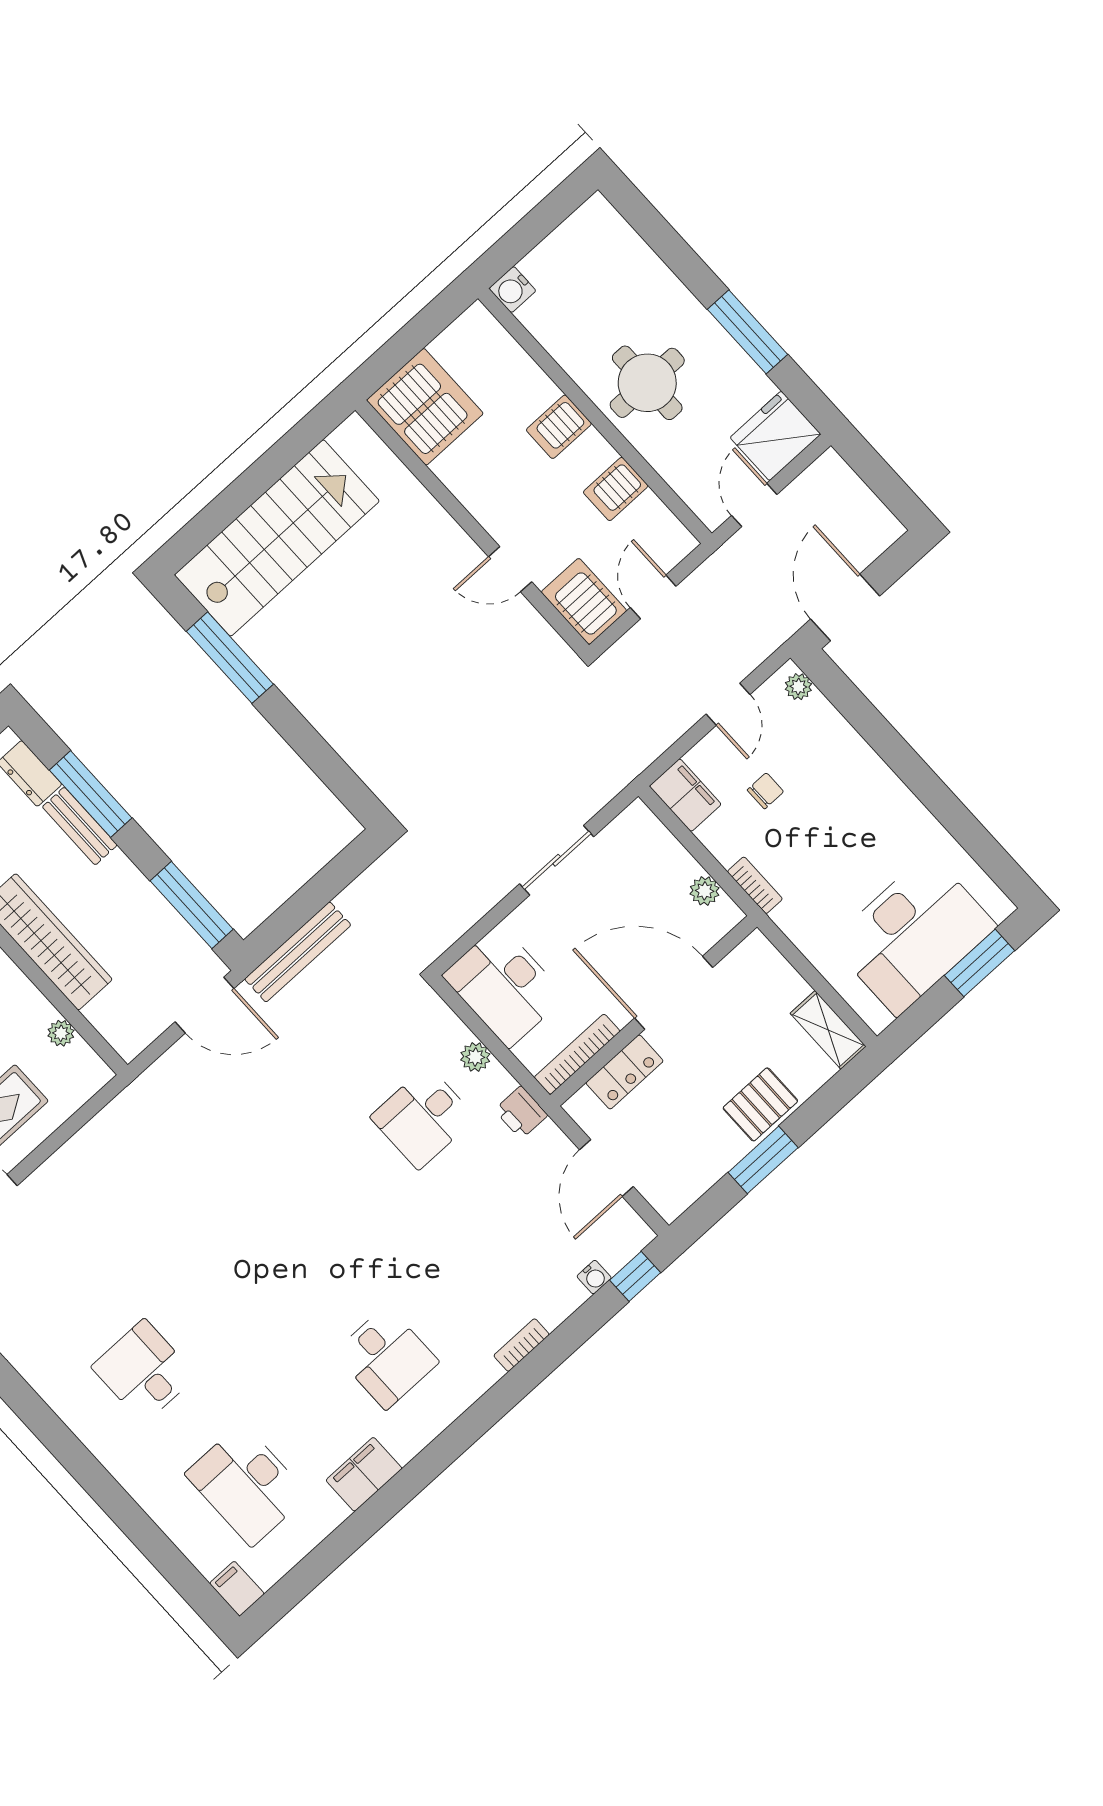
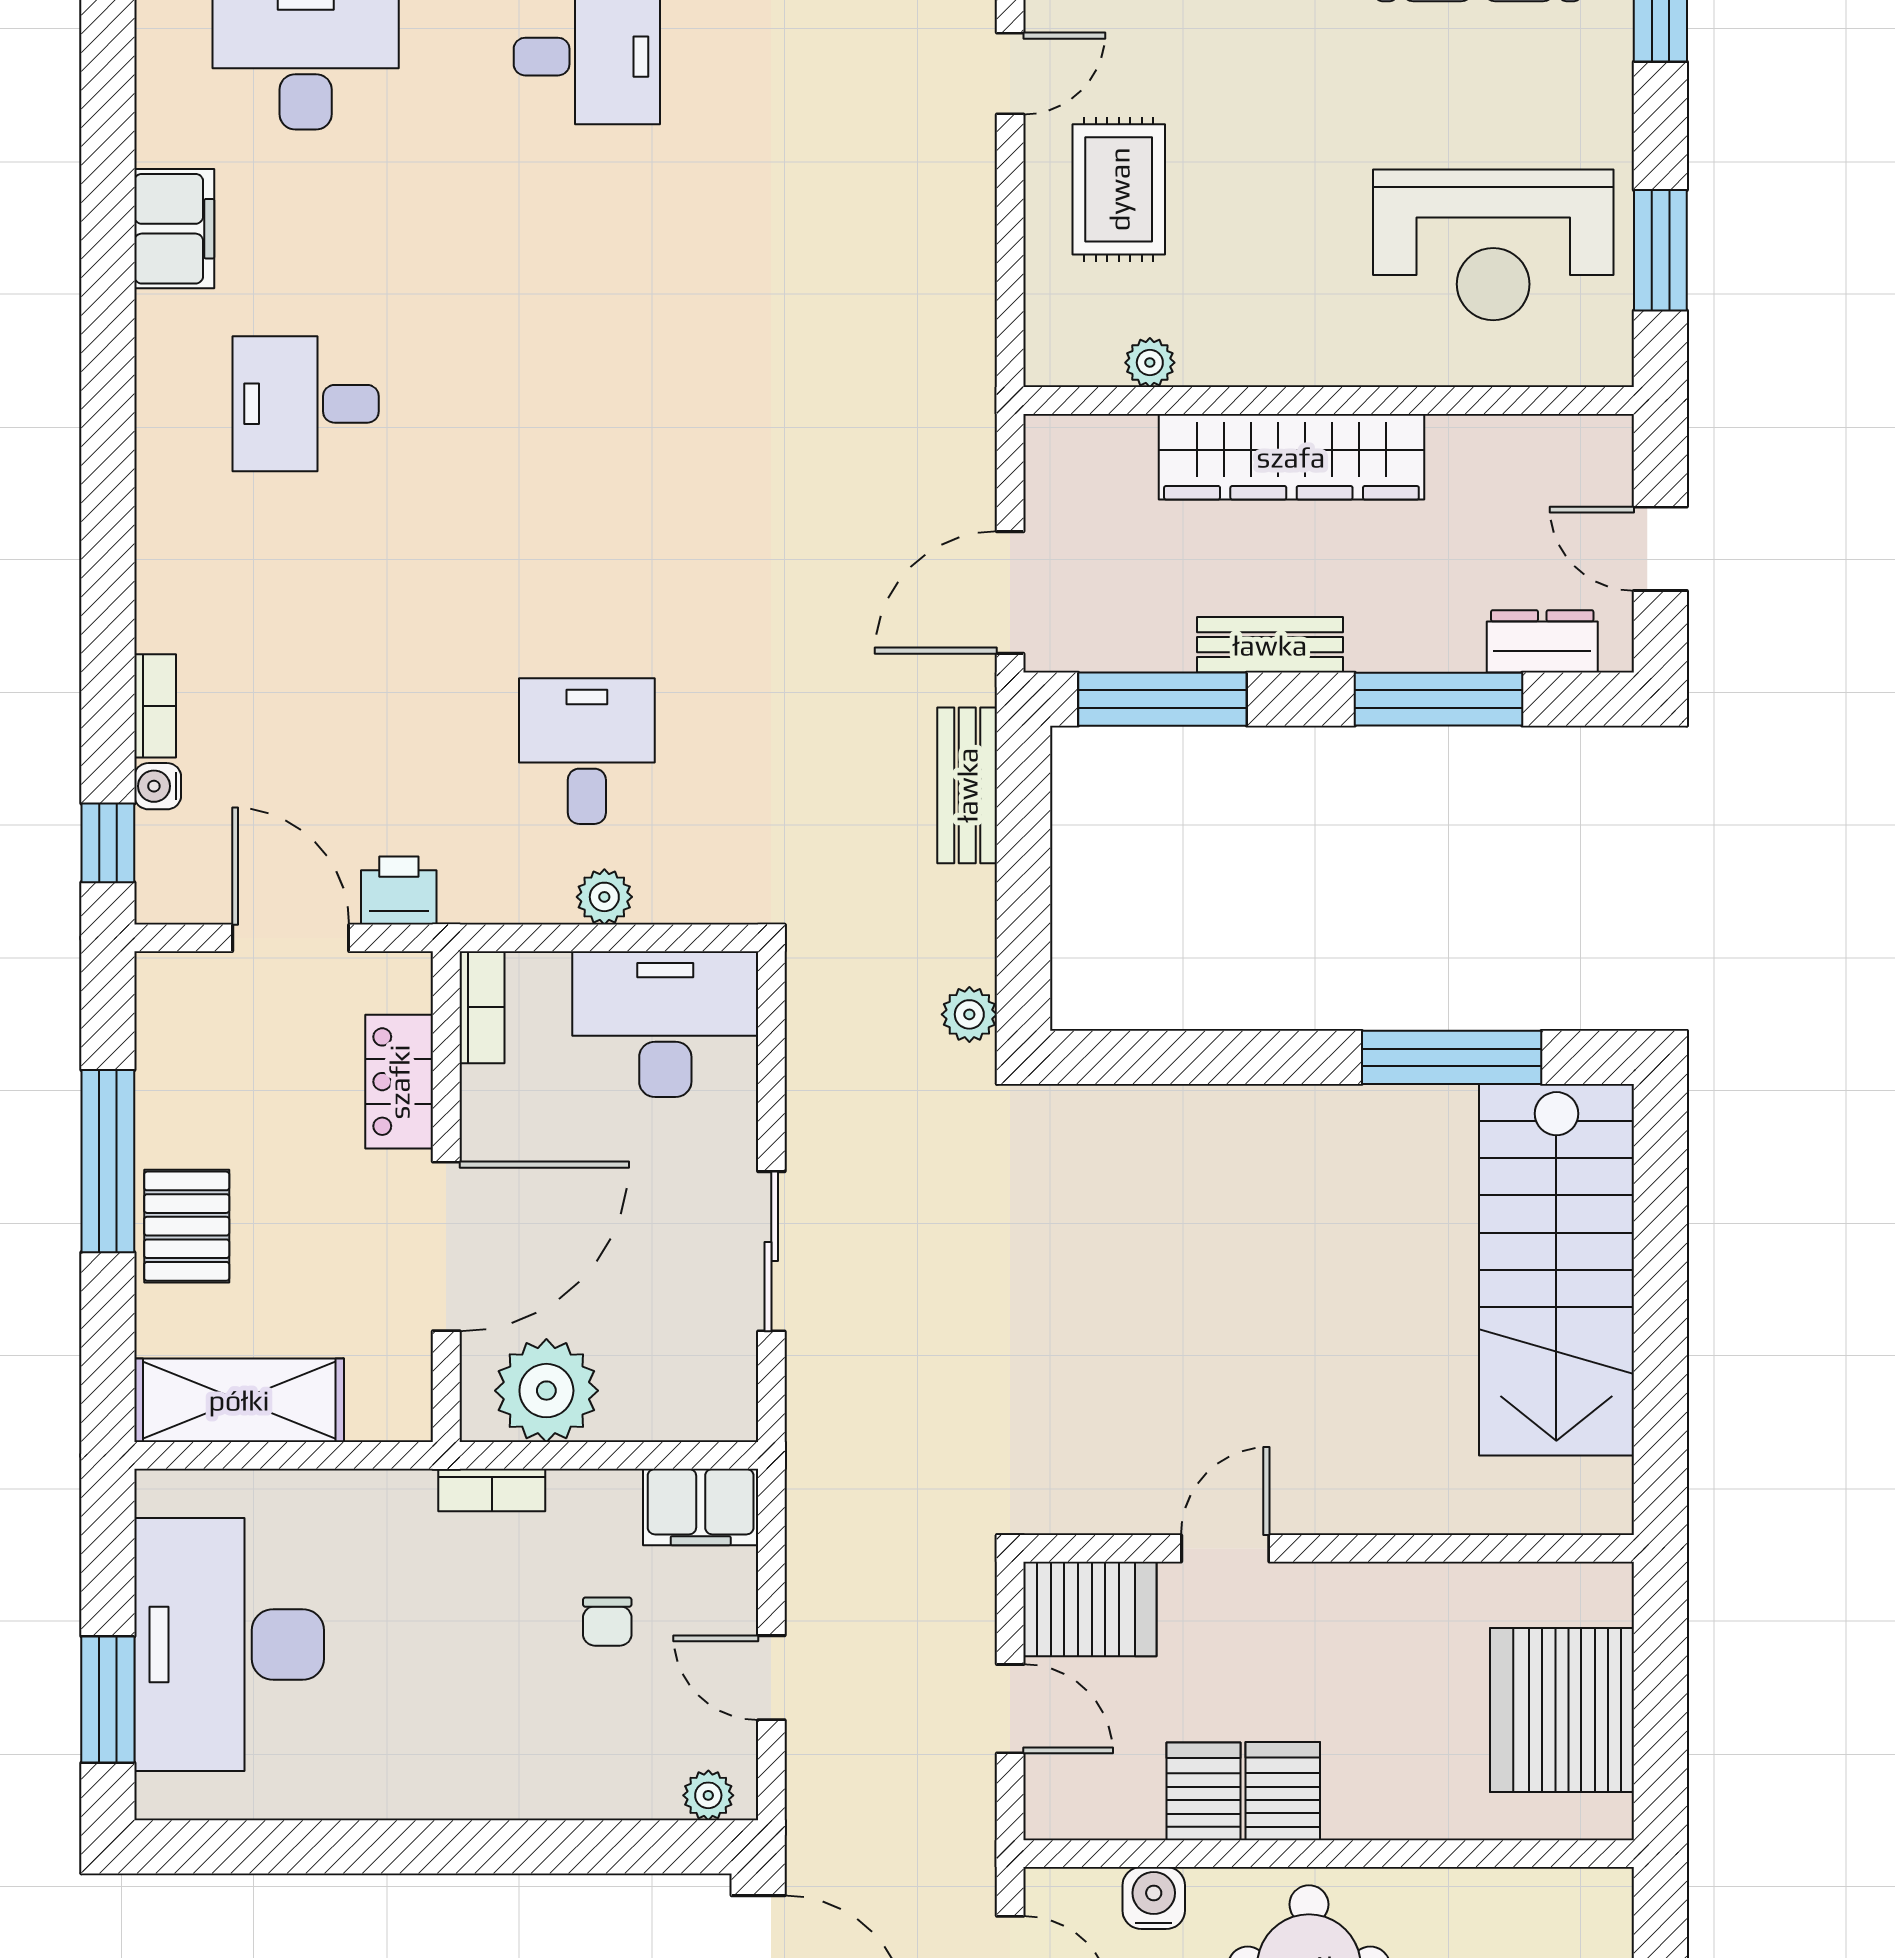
water cooler: (512, 290) -> (1154, 1898), moved
server rack: (425, 407) -> (1562, 1710), moved, turned 90
server rack: (559, 427) -> (1283, 1791), moved
bench: (80, 826) -> (1270, 645), moved
plant: (389, 867) -> (969, 1014), added
plant: (705, 891) -> (546, 1391), width x1.88, depth x1.88
bench: (298, 952) -> (967, 785), width x0.73
shelving: (828, 1030) -> (239, 1400), width x1.50, depth x1.33
bookcase: (577, 1054) -> (482, 1007), width x0.64
printer: (521, 1113) -> (399, 891), moved
window: (763, 1160) -> (108, 1161), width x1.44
bookcase: (522, 1345) -> (155, 706), moved

